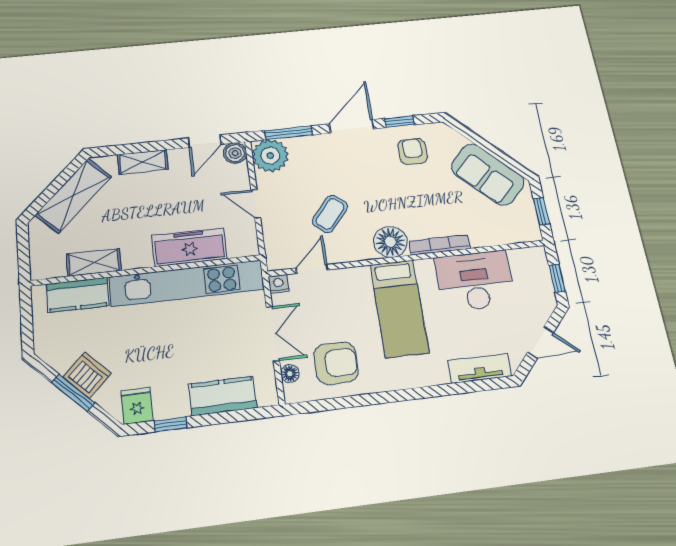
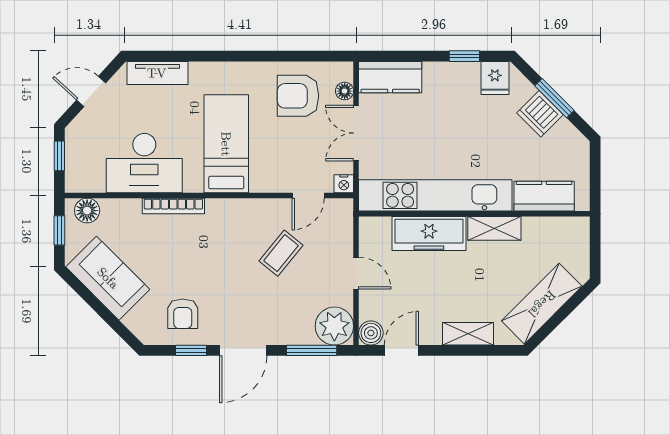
floor lamp: (390, 242) -> (87, 211), moved, width x0.73, depth x0.73
shelving: (94, 262) -> (494, 228), moved
kitchen counter: (223, 396) -> (390, 77), moved

